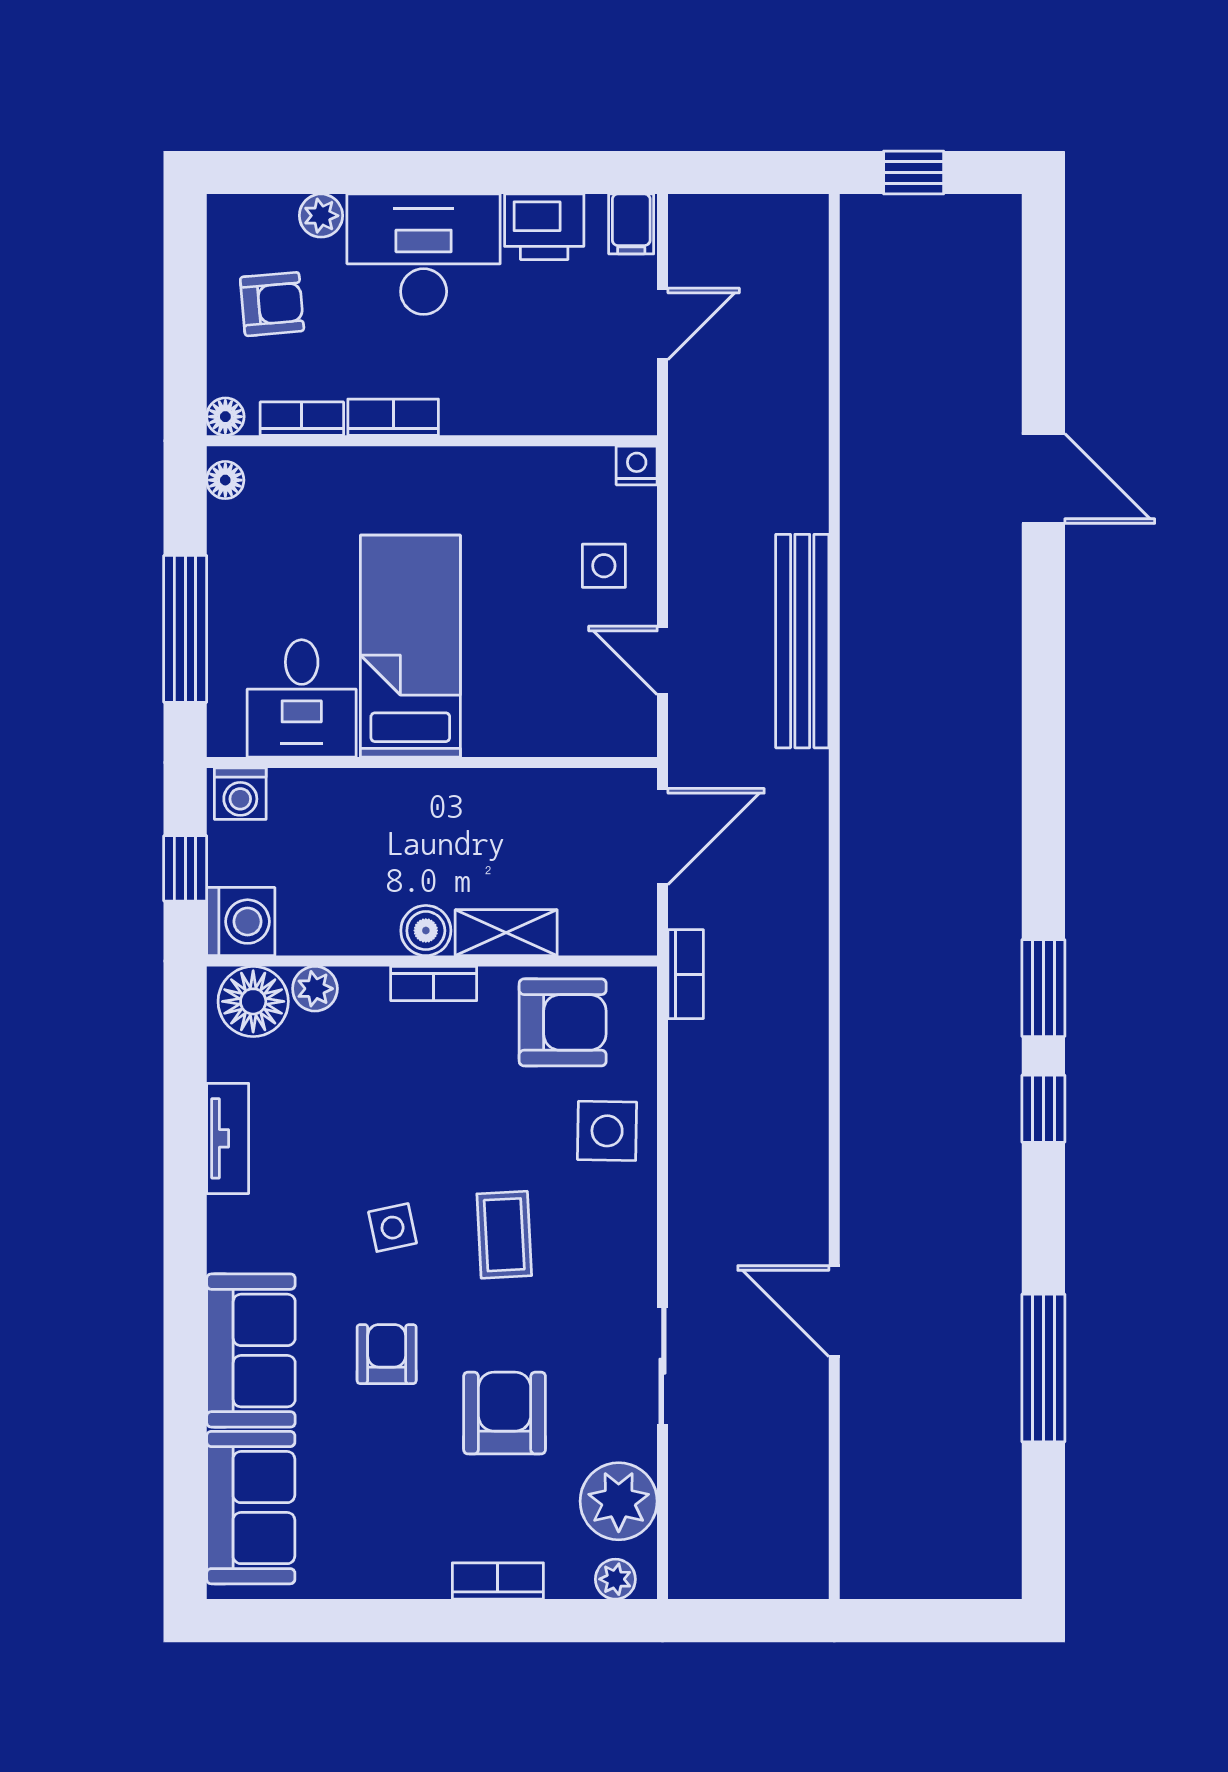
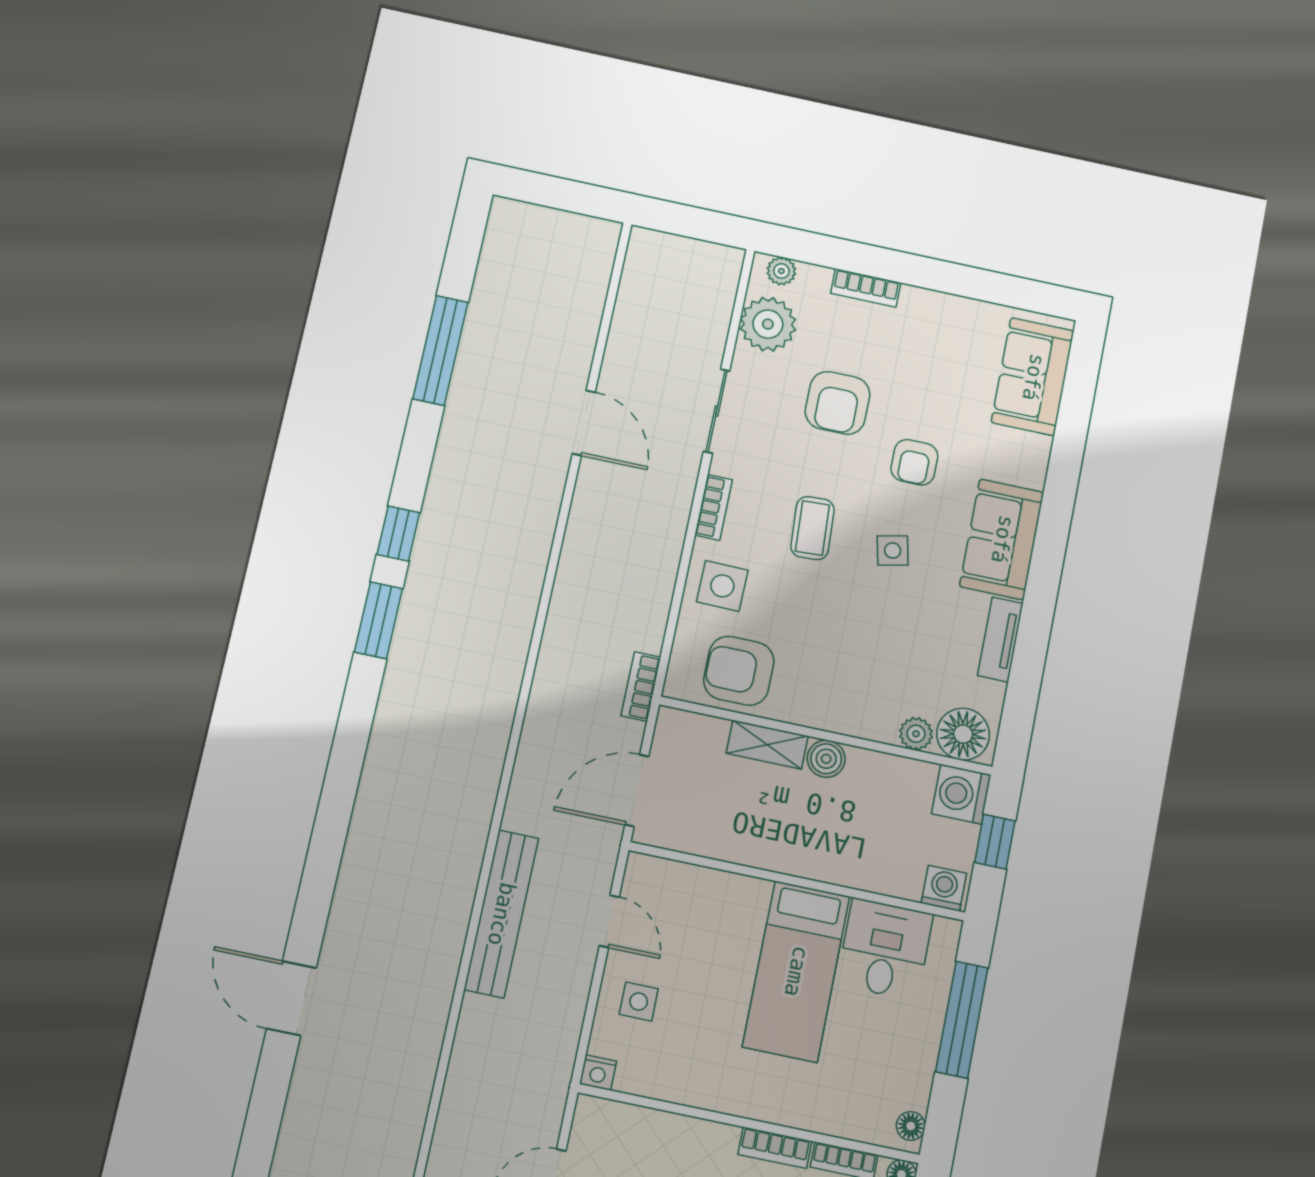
bookcase: (434, 984) -> (714, 507), moved, turned 90
sofa: (251, 1351) -> (1002, 539), moved

